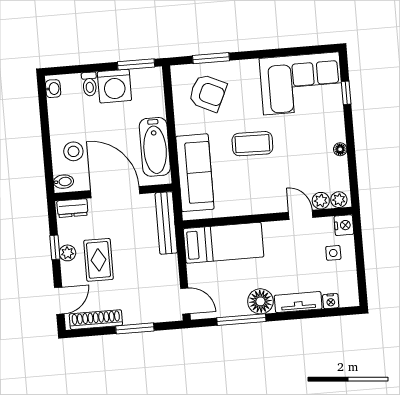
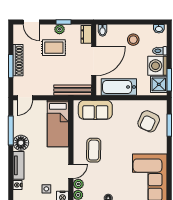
shower: (145, 81) -> (159, 84), added
coffee table: (252, 144) -> (94, 150), moved
stool: (73, 151) -> (133, 40), moved
sofa: (195, 173) -> (95, 110), width x0.73
shoe rack: (96, 320) -> (18, 60), moved

